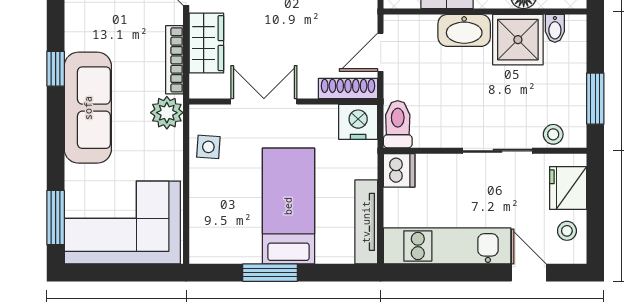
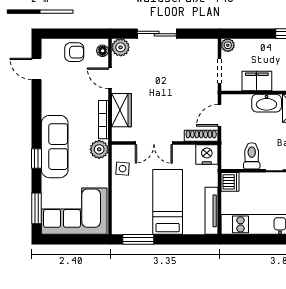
window: (56, 69) -> (37, 158), moved
double door: (264, 101) -> (154, 143), swing flipped
toilet: (398, 124) -> (252, 156), moved
window: (270, 273) -> (138, 239), moved

